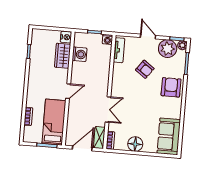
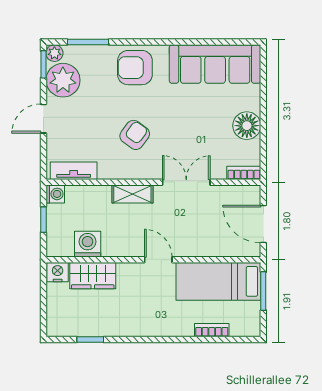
armchair: (145, 69) -> (135, 135), moved
sofa: (169, 136) -> (215, 64), width x1.36
shelving: (99, 138) -> (132, 194), moved

